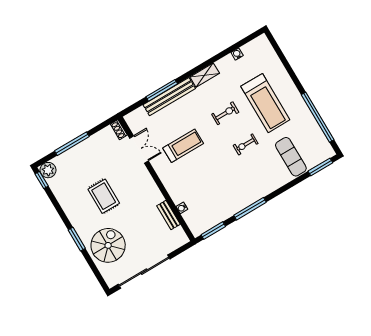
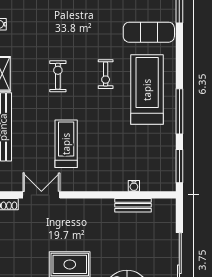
treadmill: (265, 103) -> (147, 90), moved, turned -90

